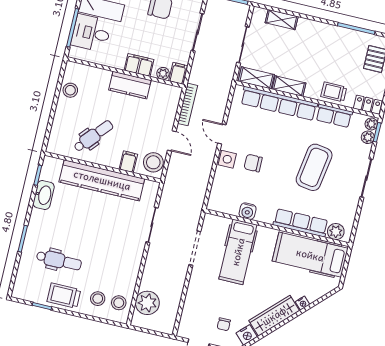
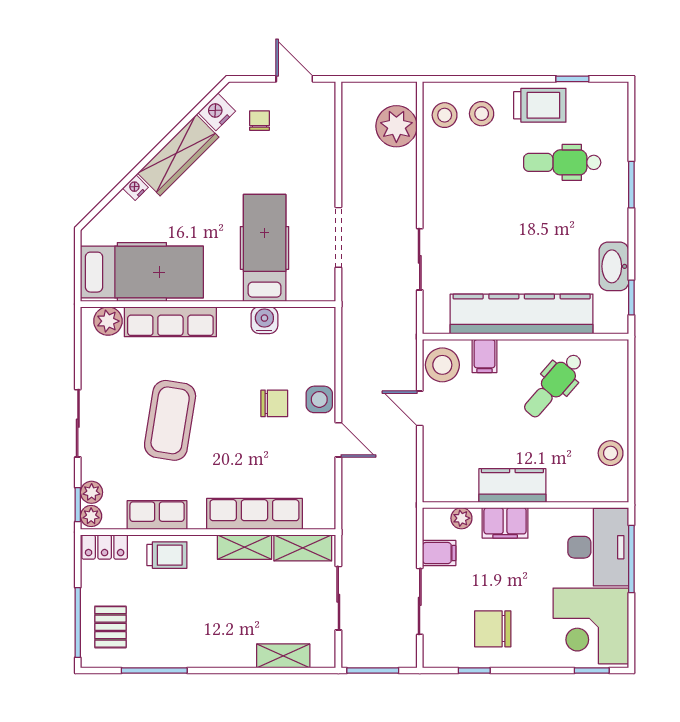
desk: (91, 33) -> (598, 547), width x1.37
filing cabinet: (178, 73) -> (439, 553), moved, turned -90
row of seats: (279, 103) -> (254, 514), width x0.73
bookcase: (188, 104) -> (408, 476), removed

